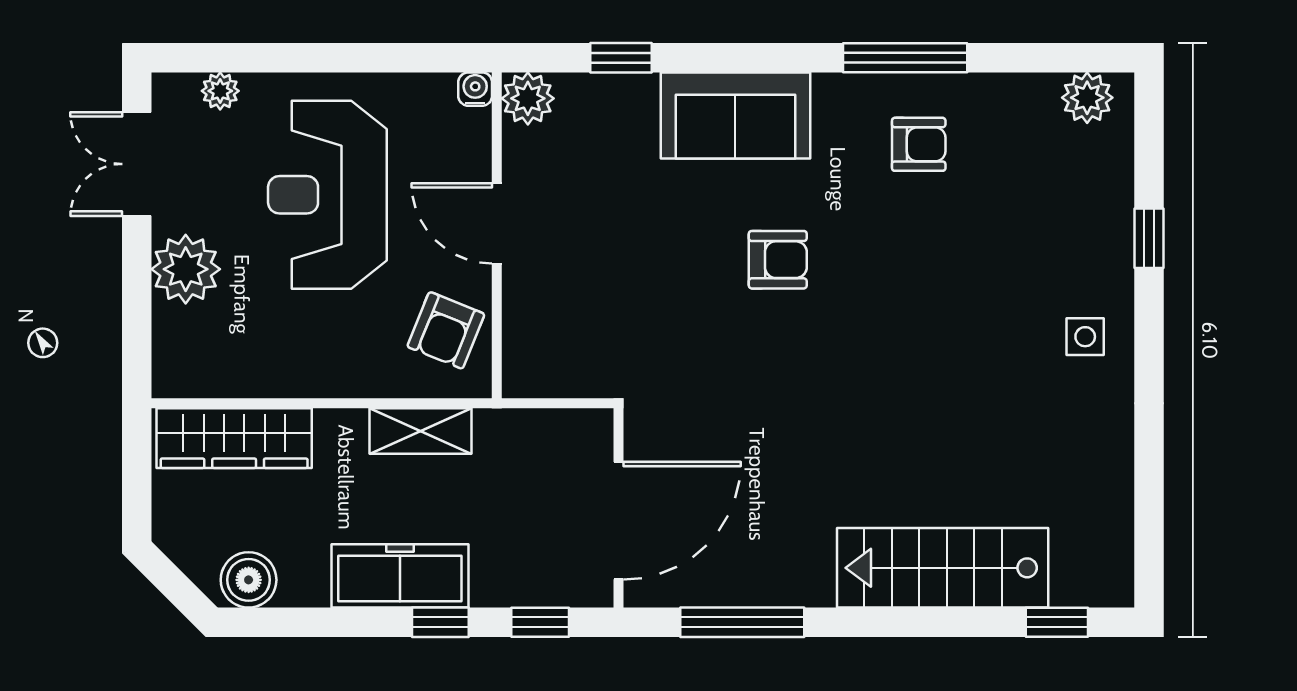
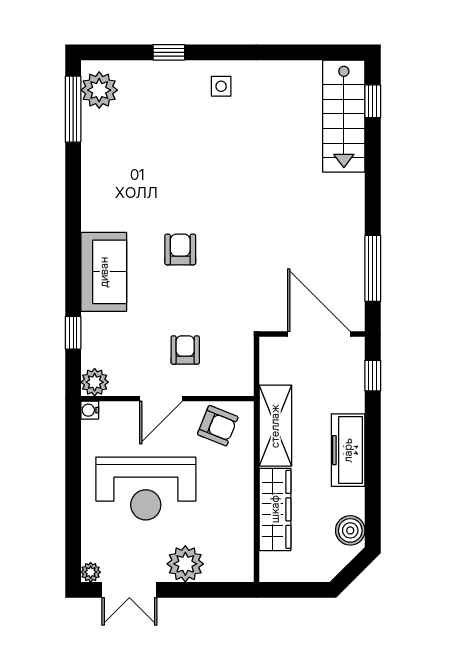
window: (905, 58) -> (73, 109), moved
plant: (220, 91) -> (91, 572), moved
plant: (1087, 98) -> (99, 90), width x1.36, depth x1.36
armchair: (919, 144) -> (185, 350), moved
shelving: (420, 431) -> (275, 426), width x1.50, depth x1.33
wardrobe: (234, 438) -> (275, 509), moved
stairs: (943, 568) -> (344, 116), moved
window: (440, 622) -> (373, 429), removed

